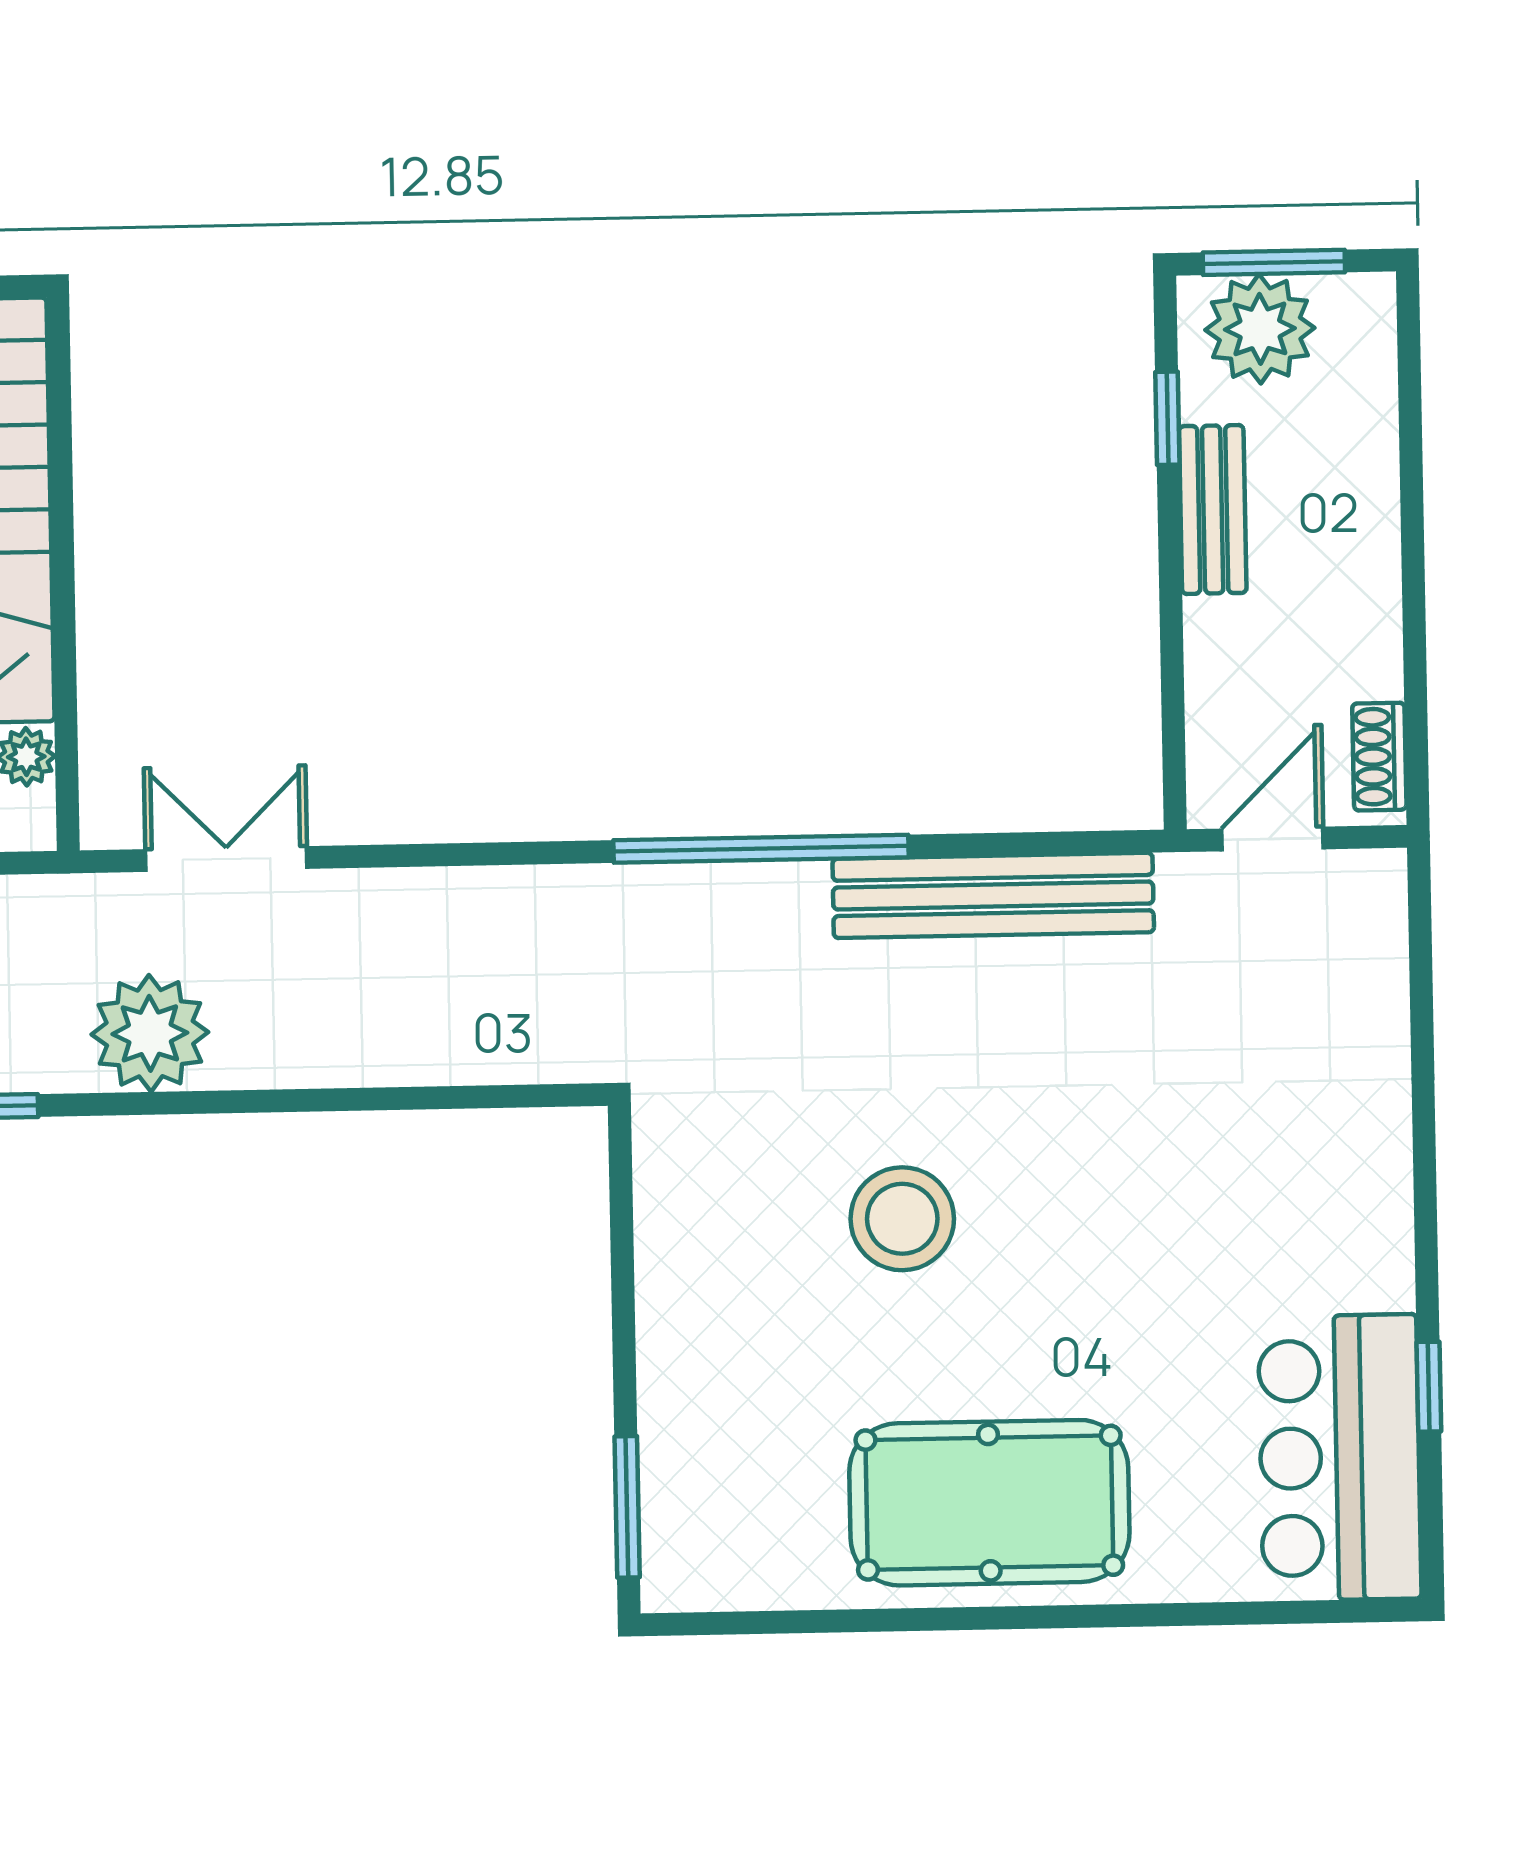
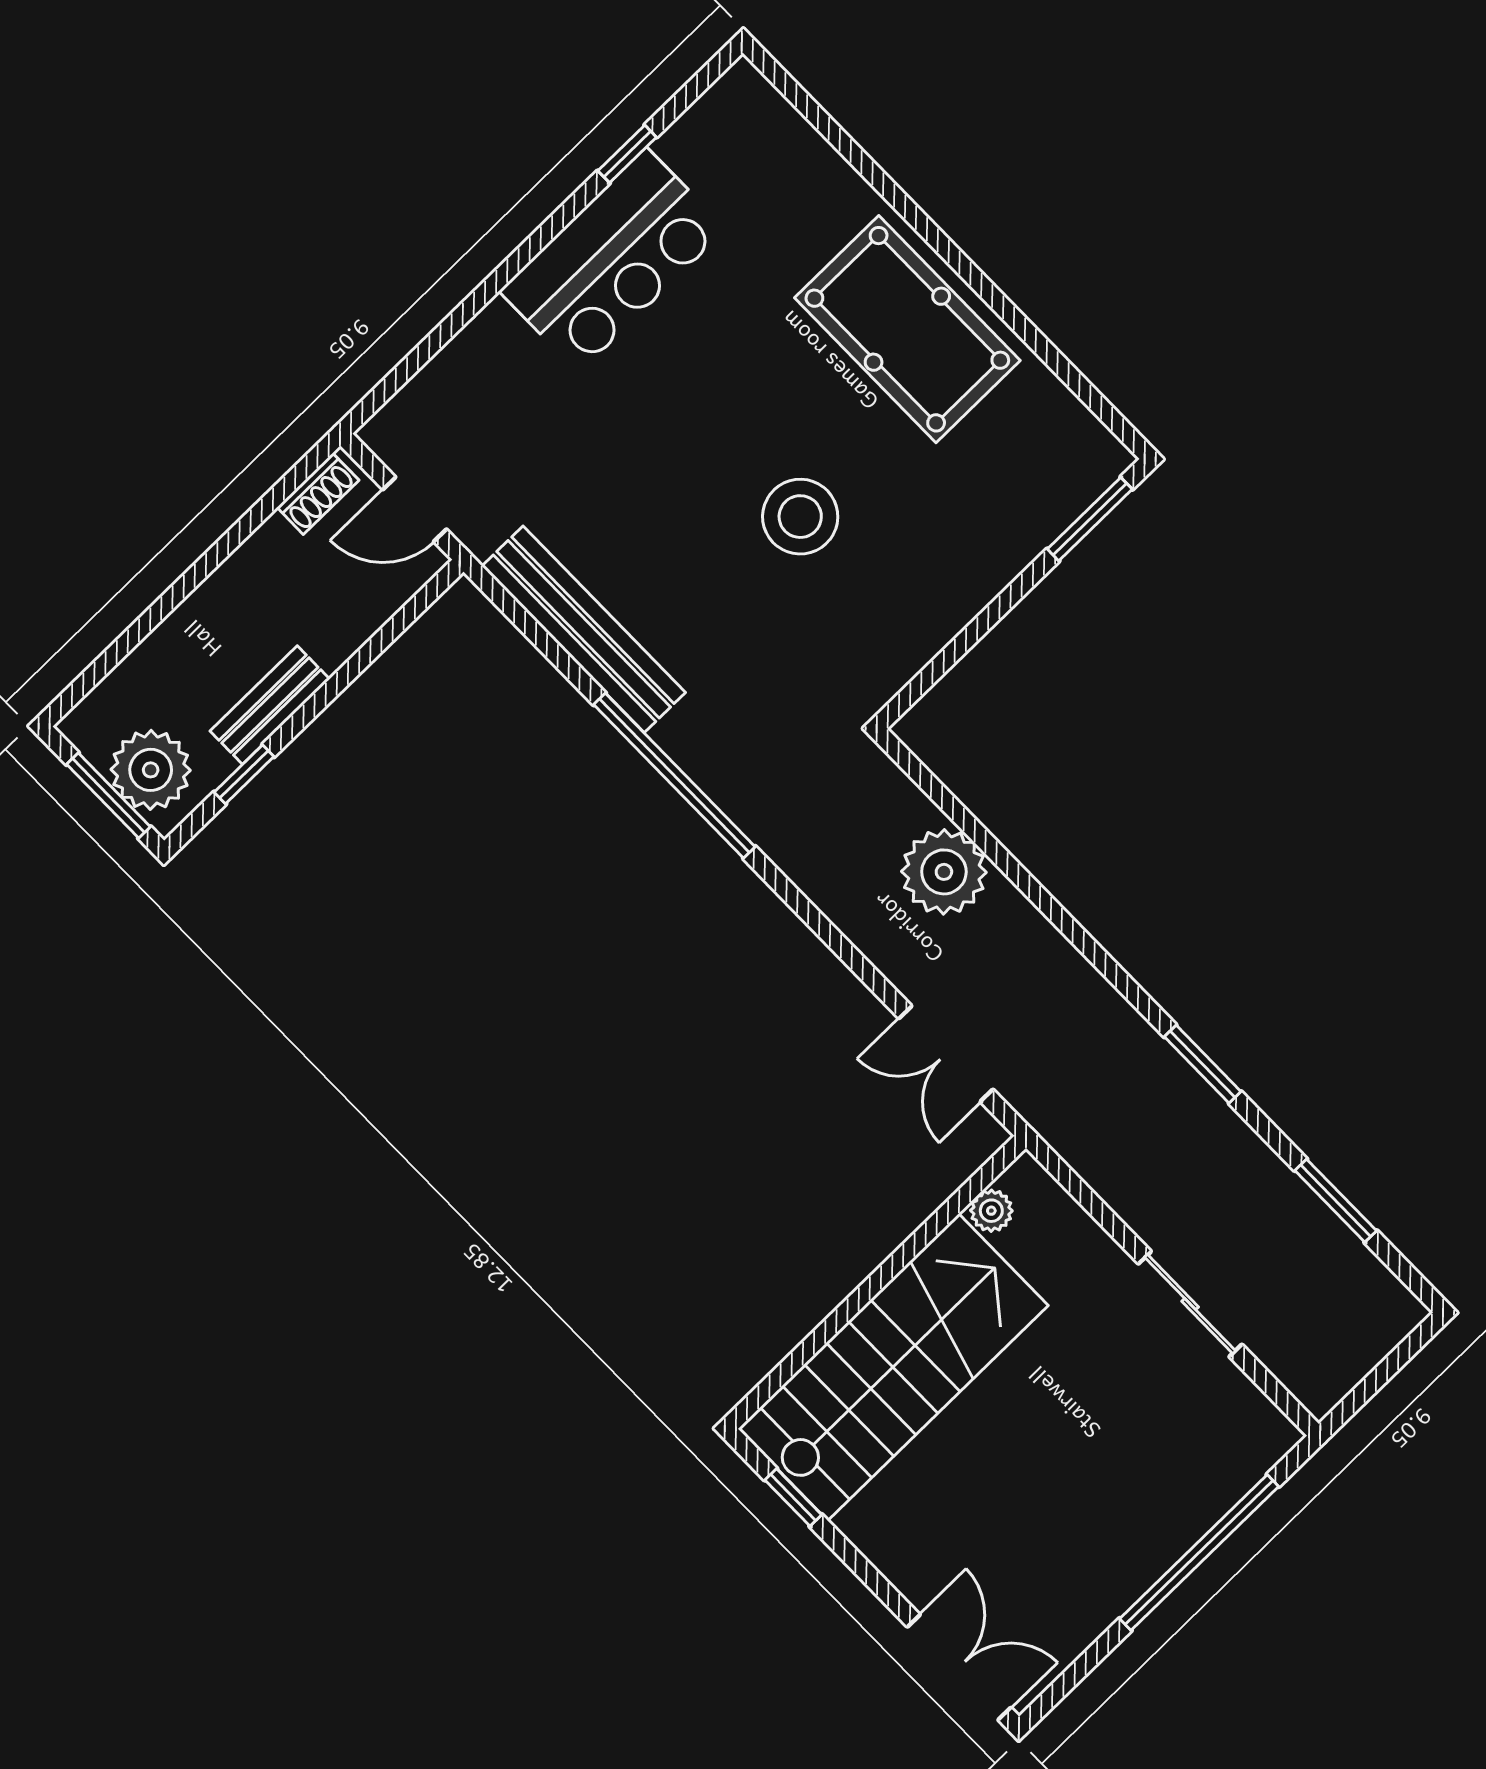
plant: (150, 1033) -> (944, 872), moved
bar counter: (1340, 1458) -> (613, 260), moved

